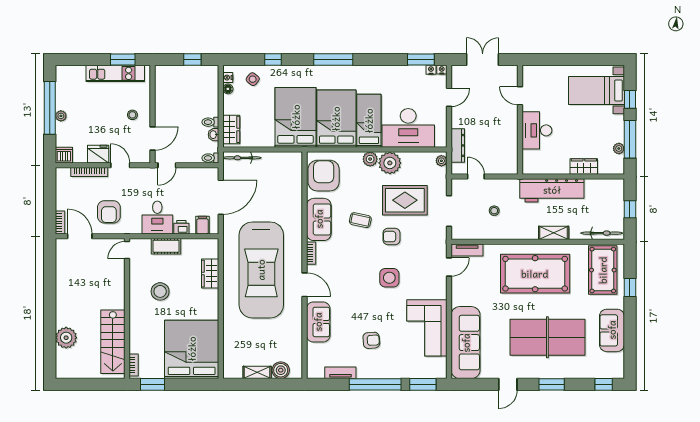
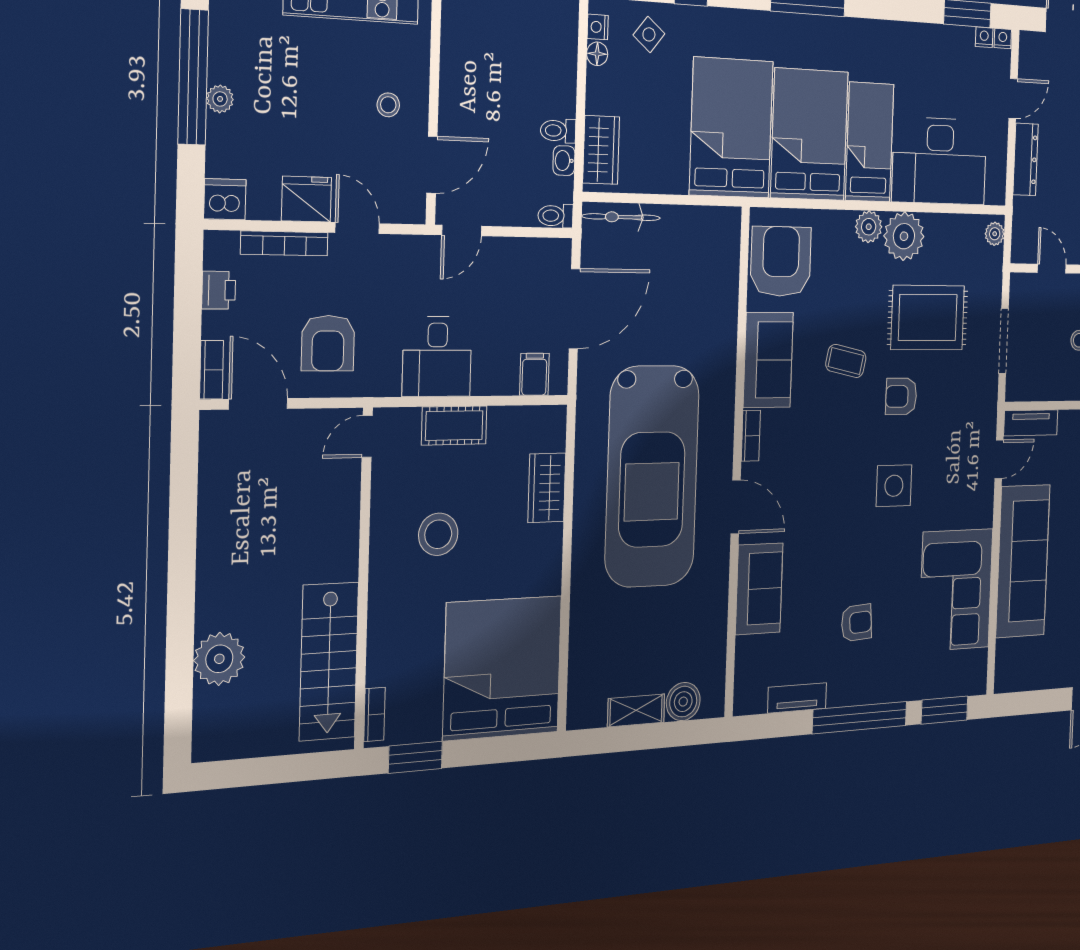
dresser: (458, 145) -> (1026, 159), moved
printer: (181, 227) -> (219, 290), moved, turned 90
sofa: (466, 343) -> (1023, 561), moved

